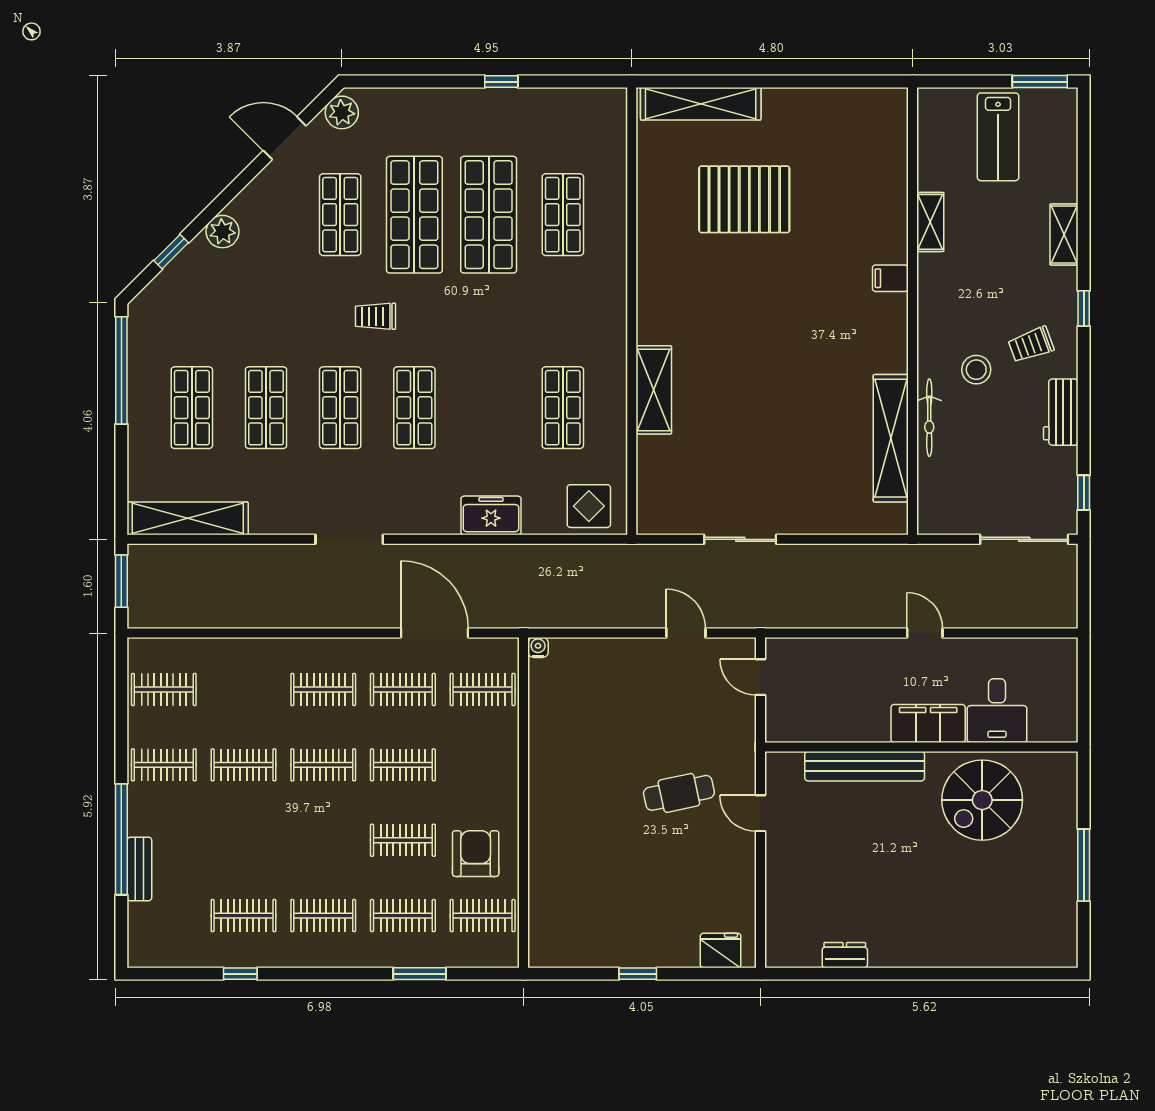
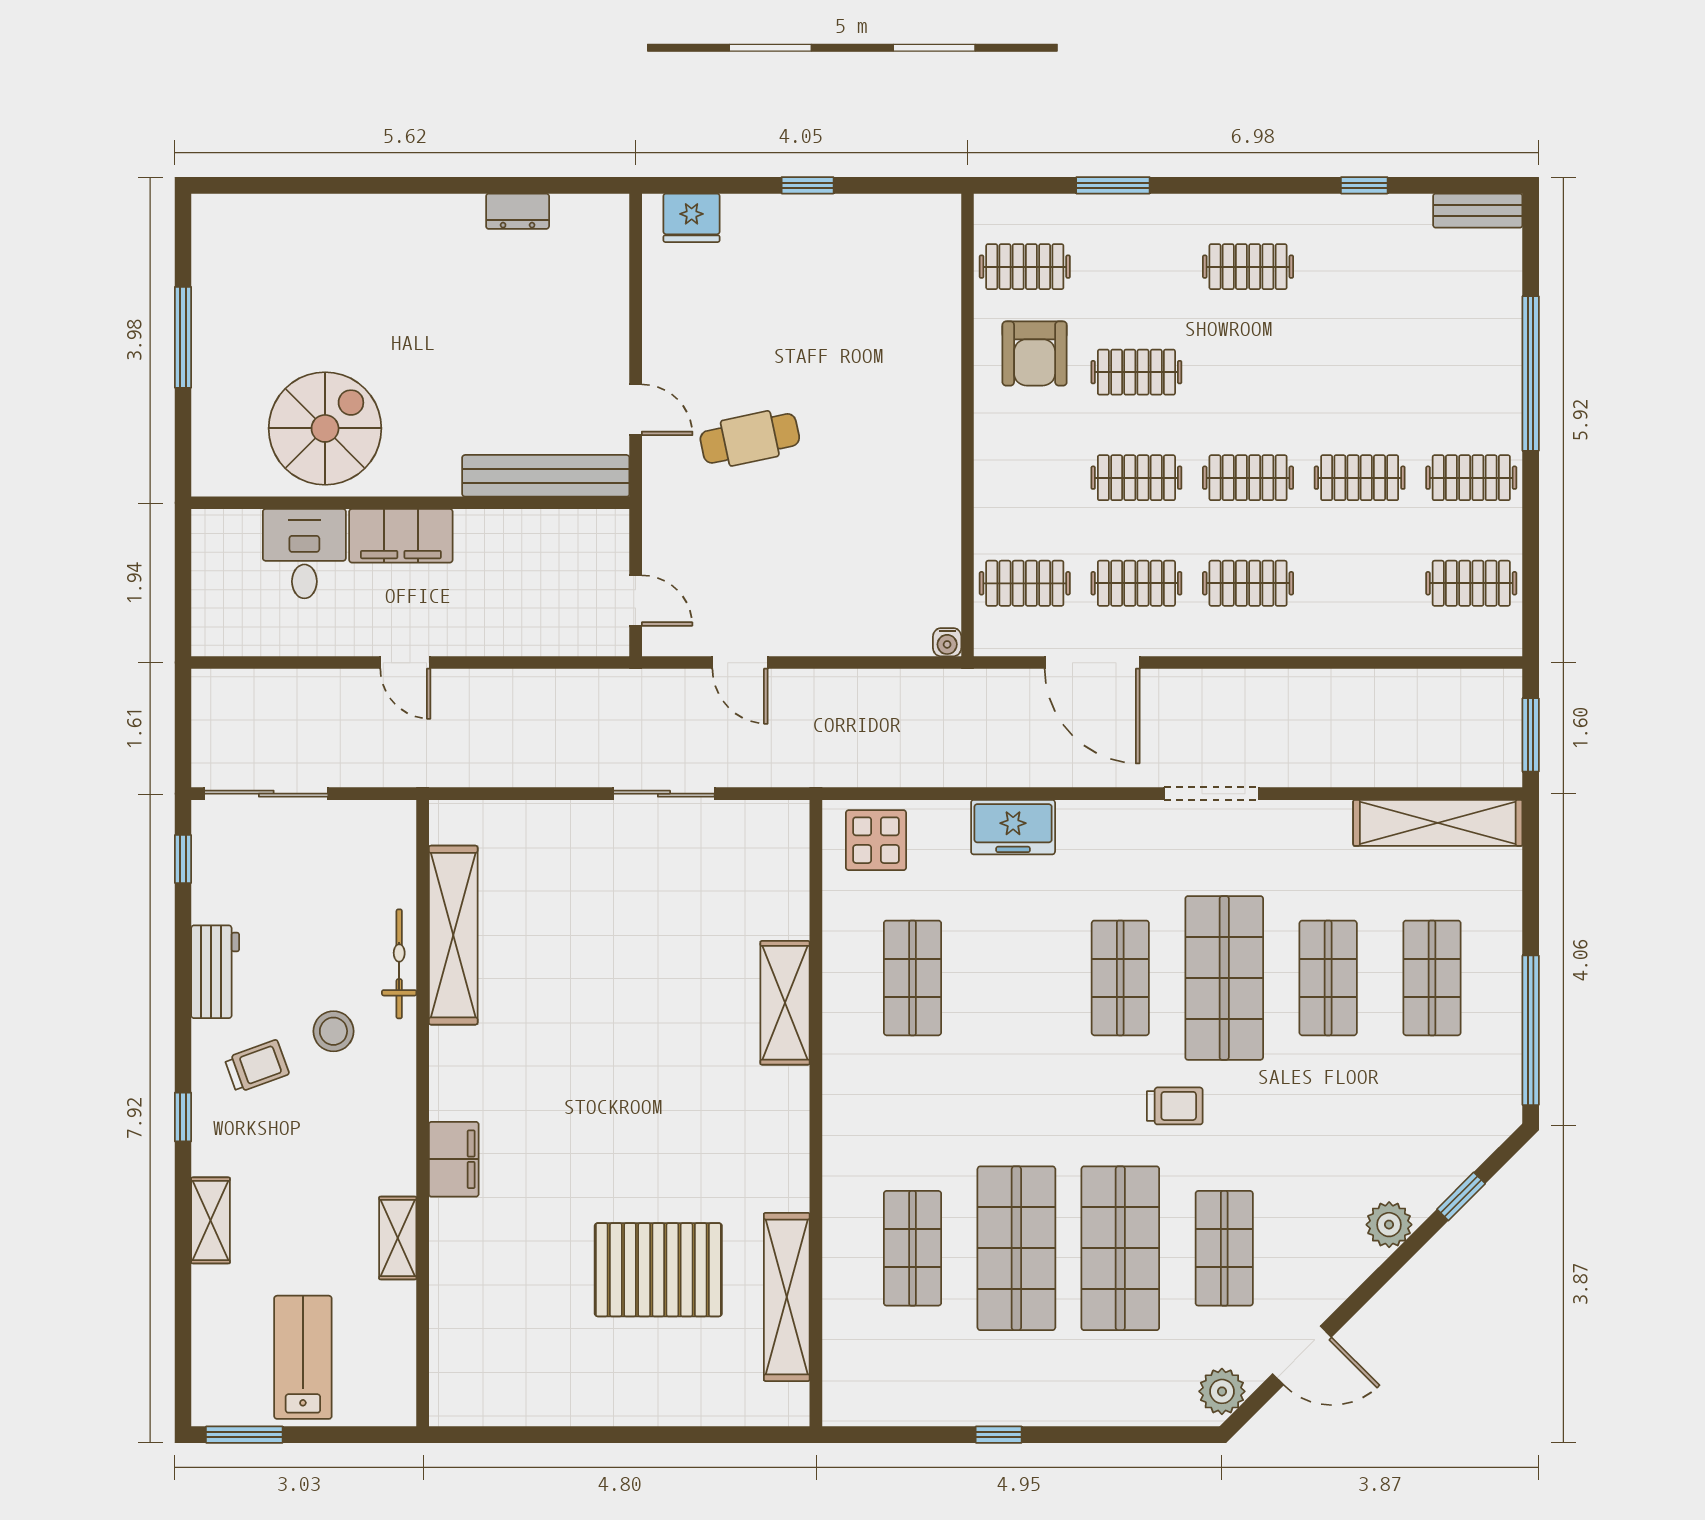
shelving: (701, 104) -> (787, 1297), moved, turned 90
filing cabinet: (890, 278) -> (454, 1159), width x2.00
shop shelf: (340, 408) -> (1224, 978), width x1.43, depth x1.36
bench: (865, 766) -> (546, 476), moved
bench: (139, 869) -> (1478, 211), moved, turned 90
clothes rail: (243, 916) -> (1360, 267), removed
clothes rail: (403, 916) -> (1136, 267), removed

